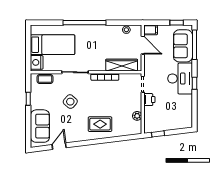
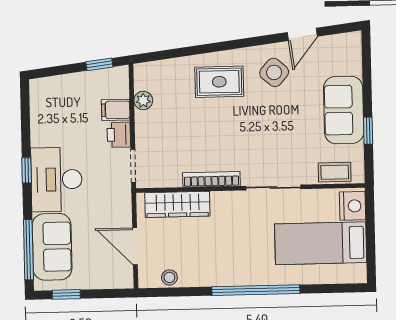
filing cabinet: (151, 30) -> (116, 110), moved
side table: (70, 102) -> (274, 72), moved
sofa: (40, 126) -> (344, 110), moved

